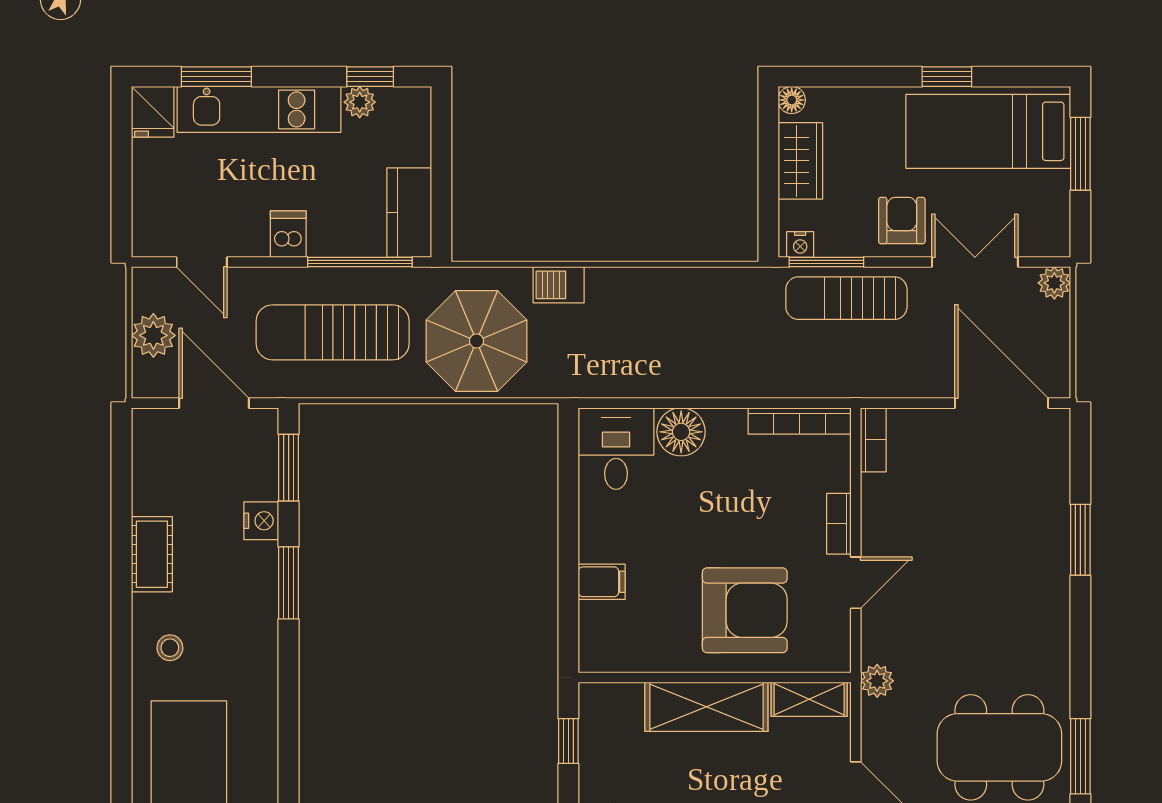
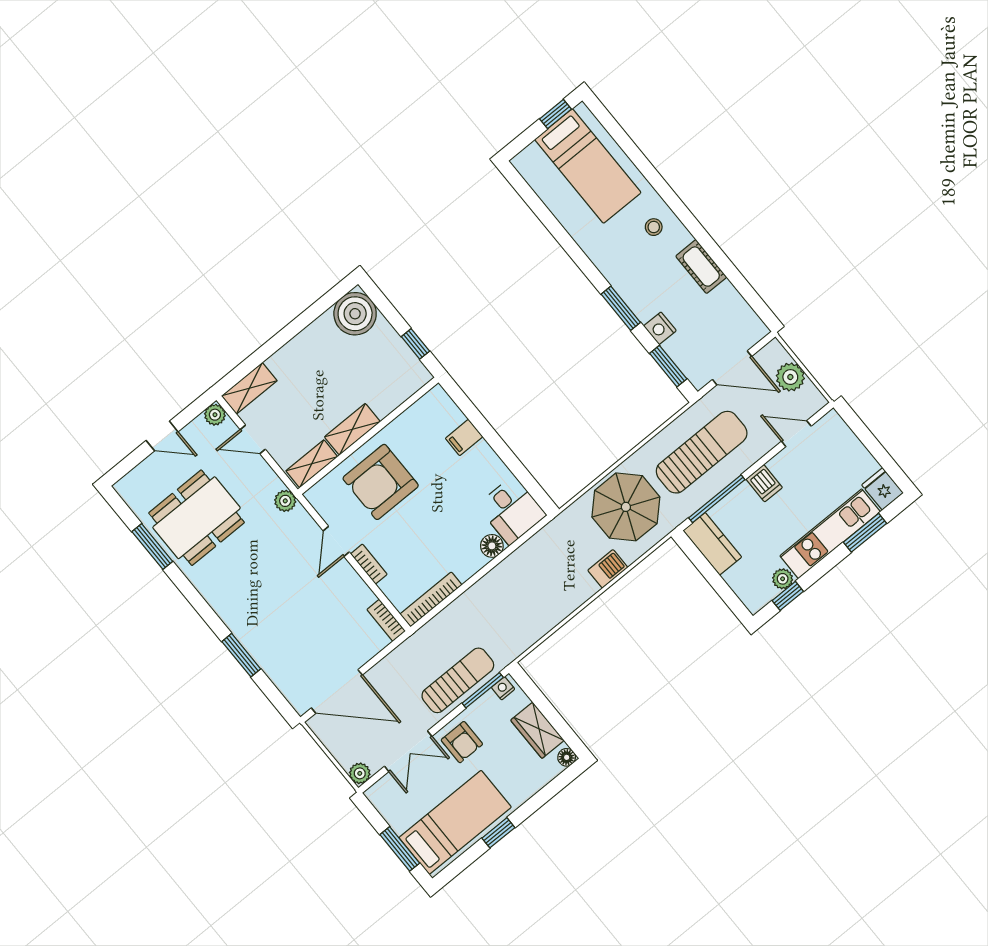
floor lamp: (681, 432) -> (492, 546), width x0.73, depth x0.73
shelving: (706, 707) -> (352, 429), width x0.67, depth x0.75

